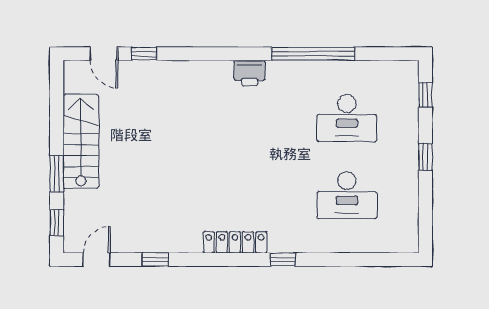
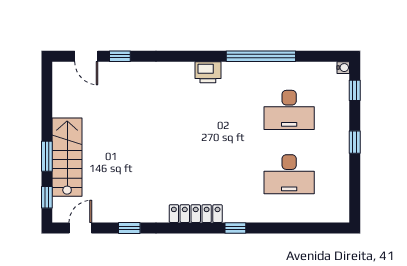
water cooler: (412, 67) -> (343, 68), added
stairs: (81, 141) -> (67, 157), moved

